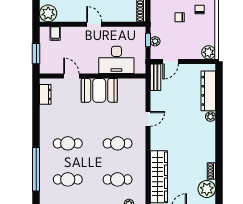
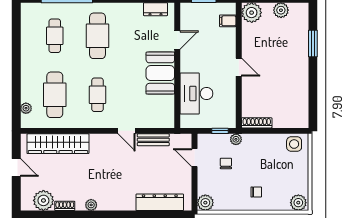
chair: (180, 17) -> (226, 163), moved
door: (94, 24) -> (239, 67), hinge flipped
plant: (155, 41) -> (236, 139), moved
bench: (156, 77) -> (153, 140), moved
plant: (211, 117) -> (91, 205), moved
cafe table: (68, 143) -> (97, 36), width x1.37, depth x1.35
cafe table: (118, 179) -> (55, 95), width x1.37, depth x1.35

